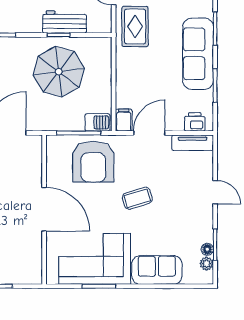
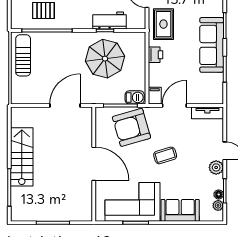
printer: (195, 122) -> (155, 55), moved, turned 90
armchair: (93, 162) -> (131, 127), turned 74
plant: (204, 214) -> (216, 167), added

